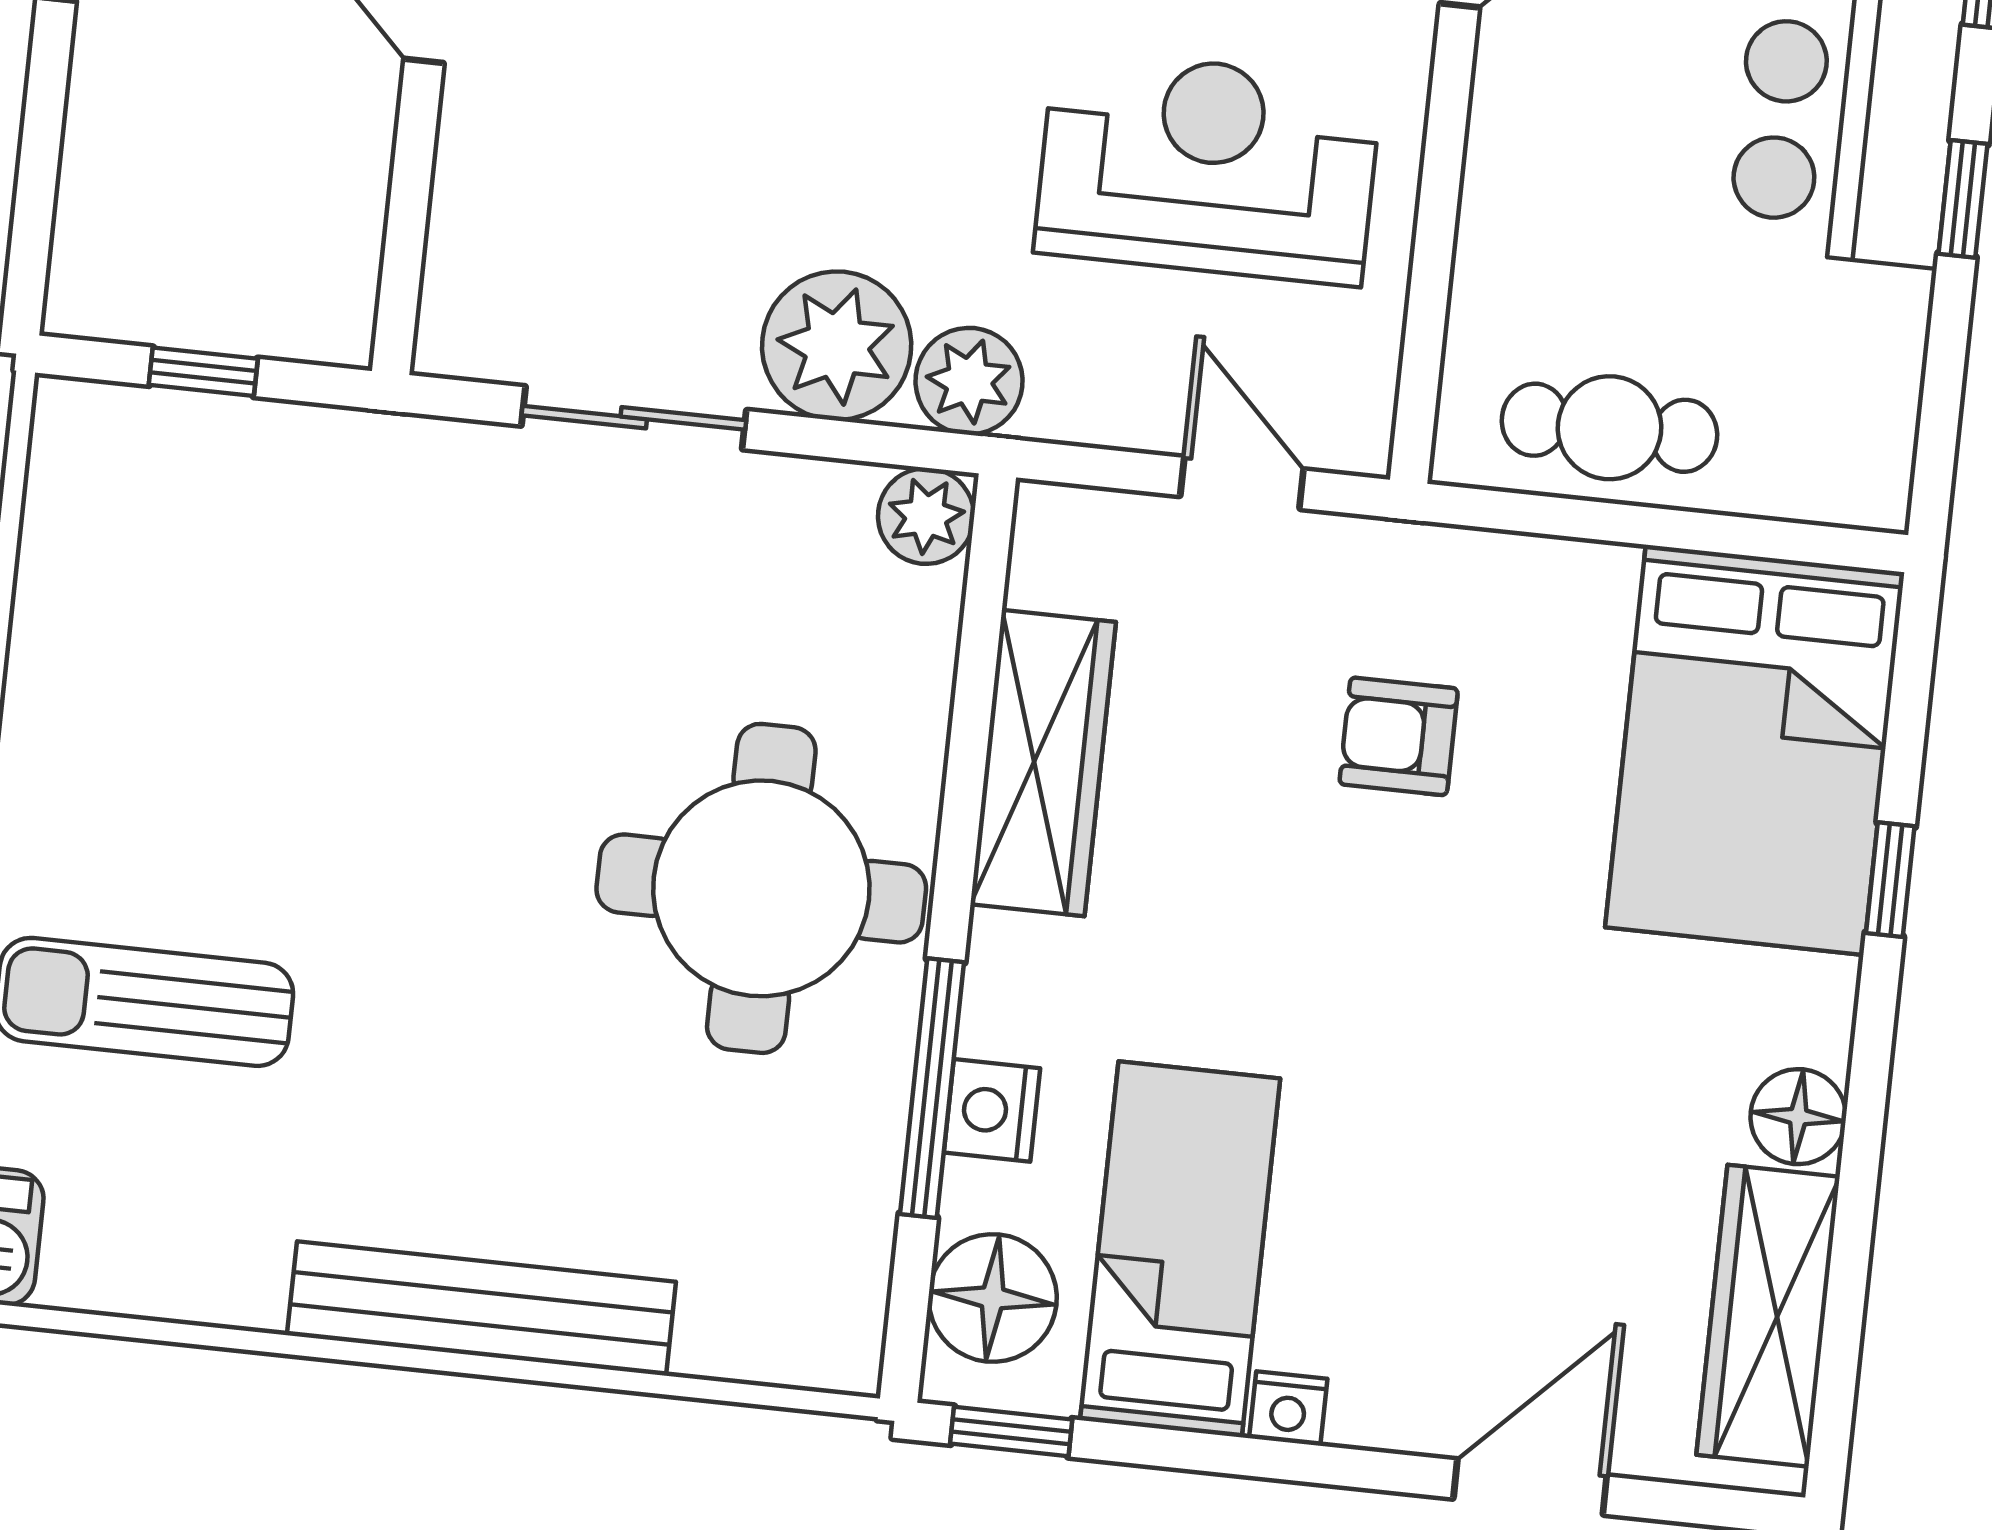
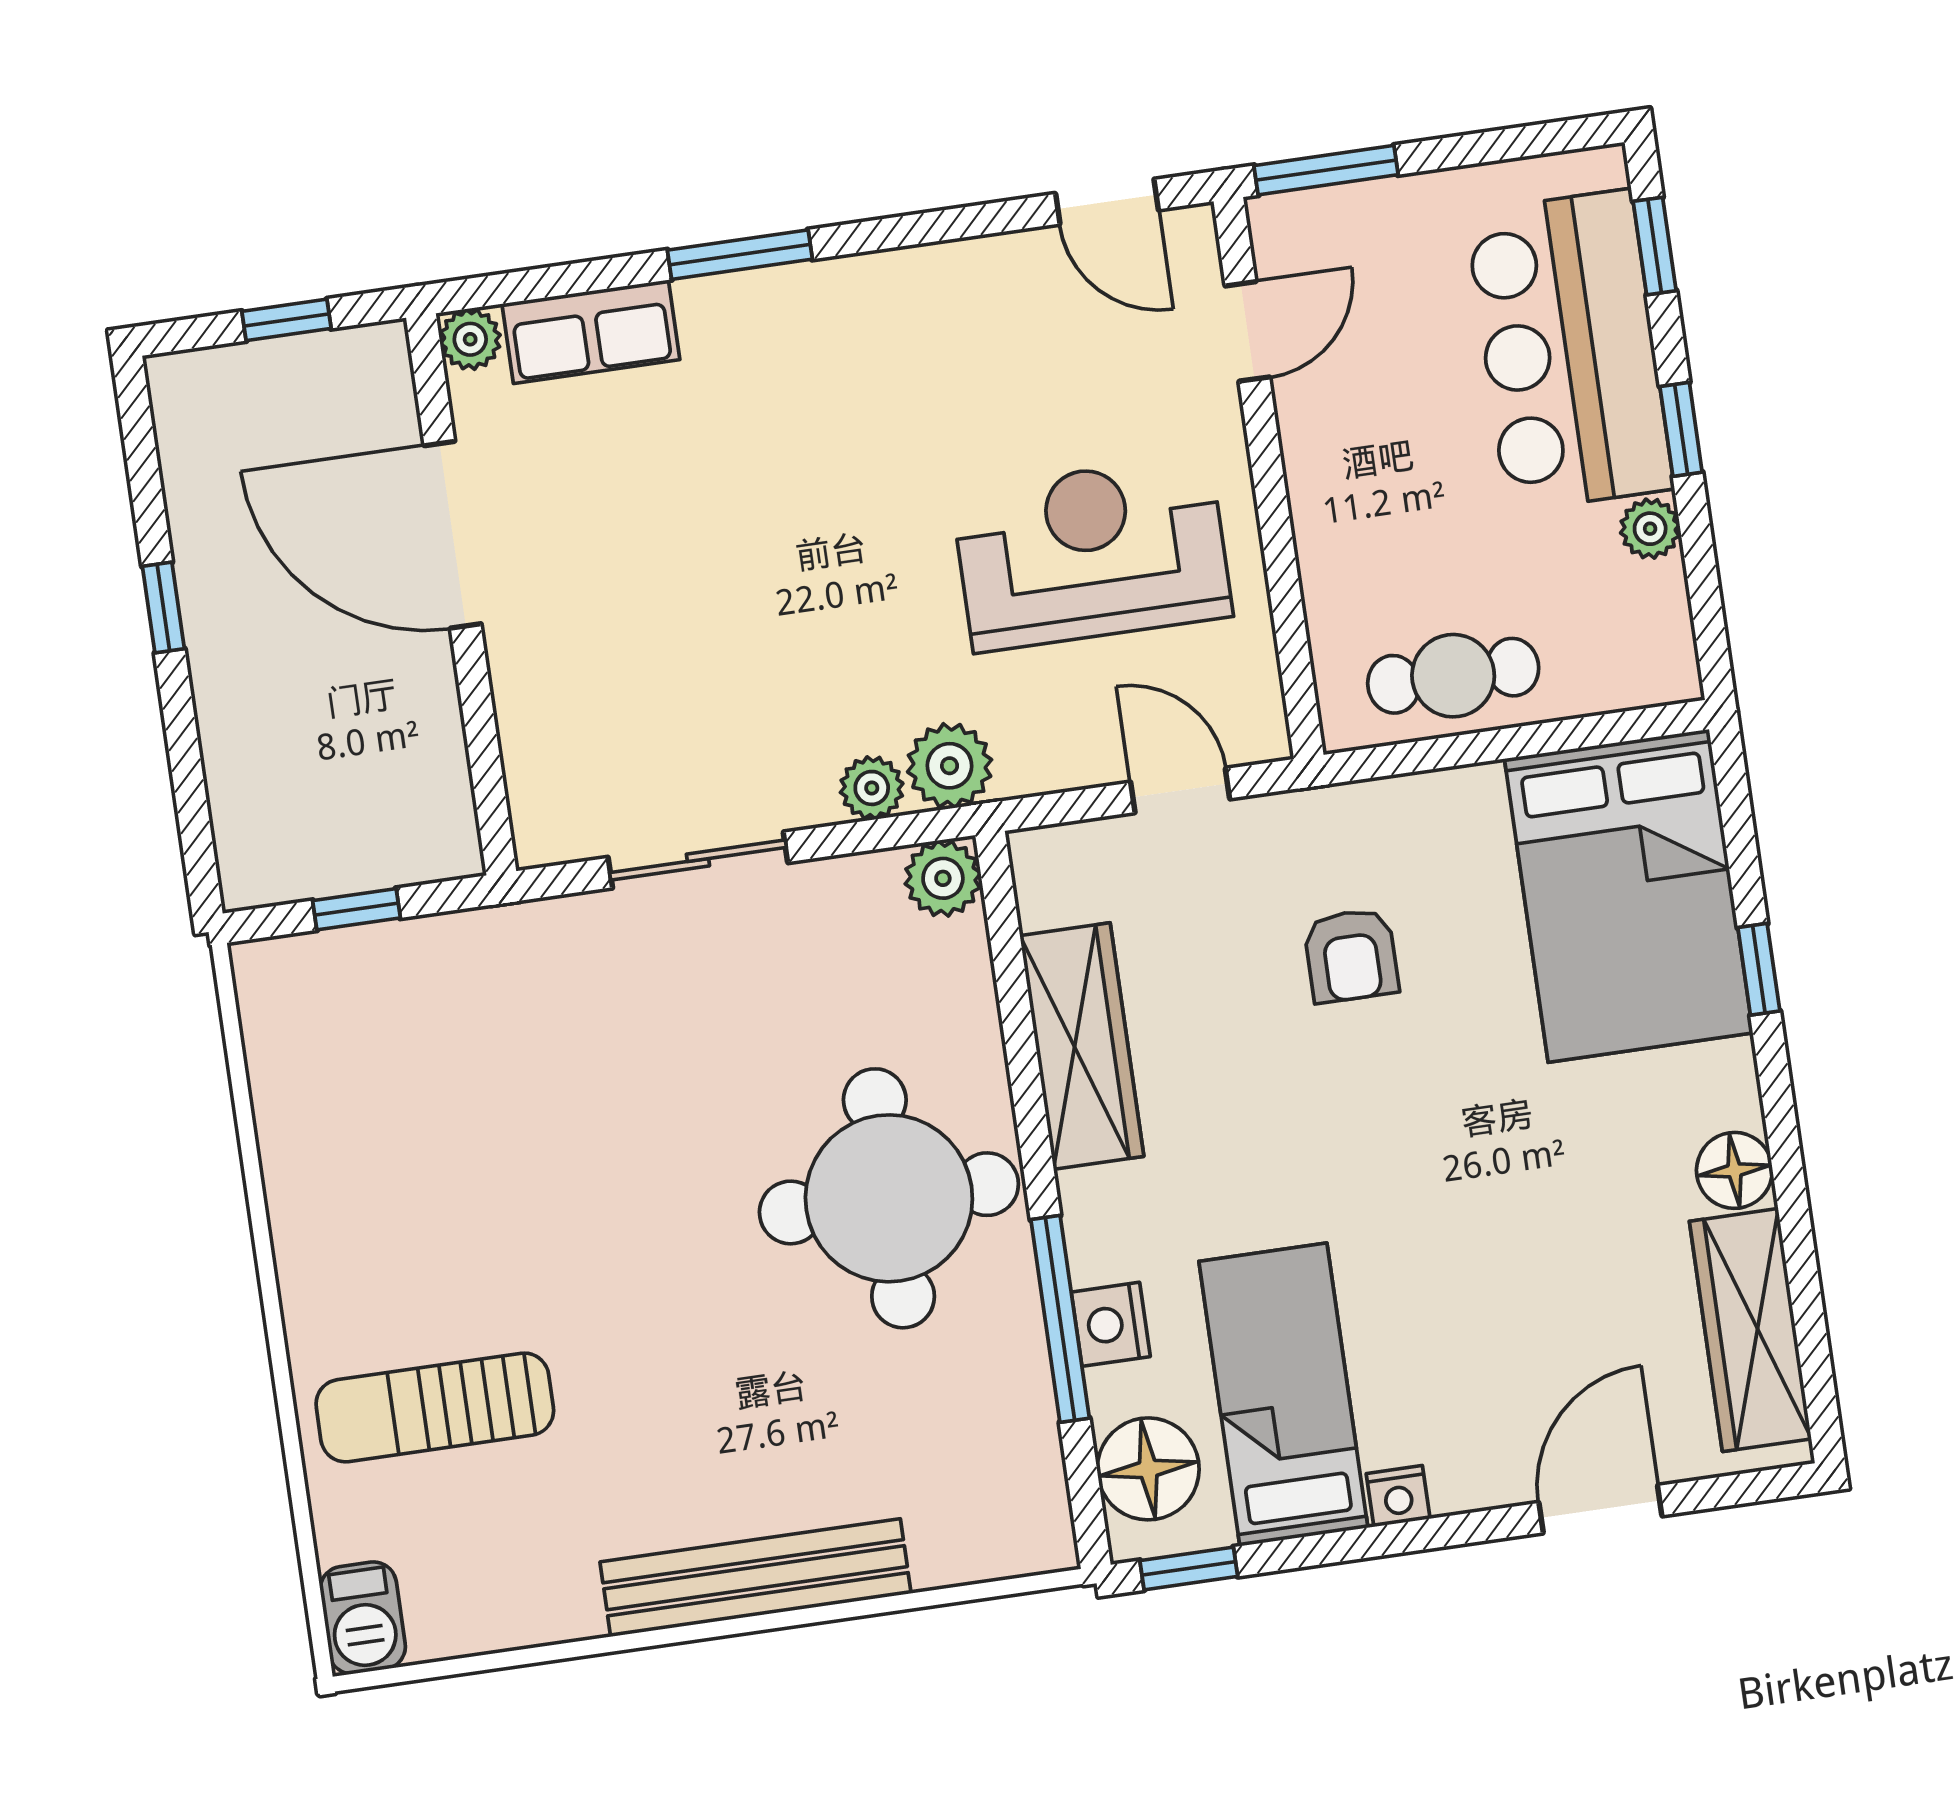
plant: (1895, 310) -> (1650, 529), added
plant: (837, 346) -> (872, 788), width x0.53, depth x0.53
armchair: (1399, 736) -> (1351, 955), turned -90

